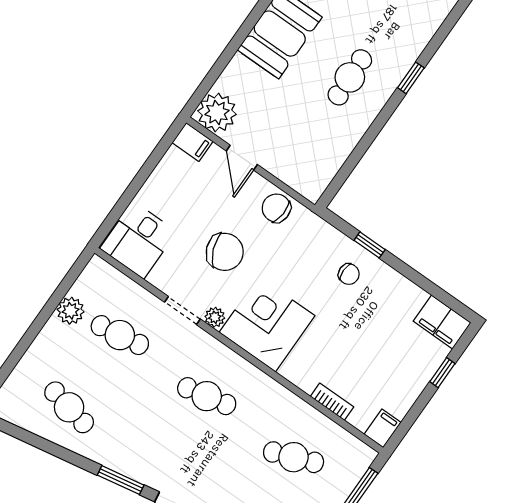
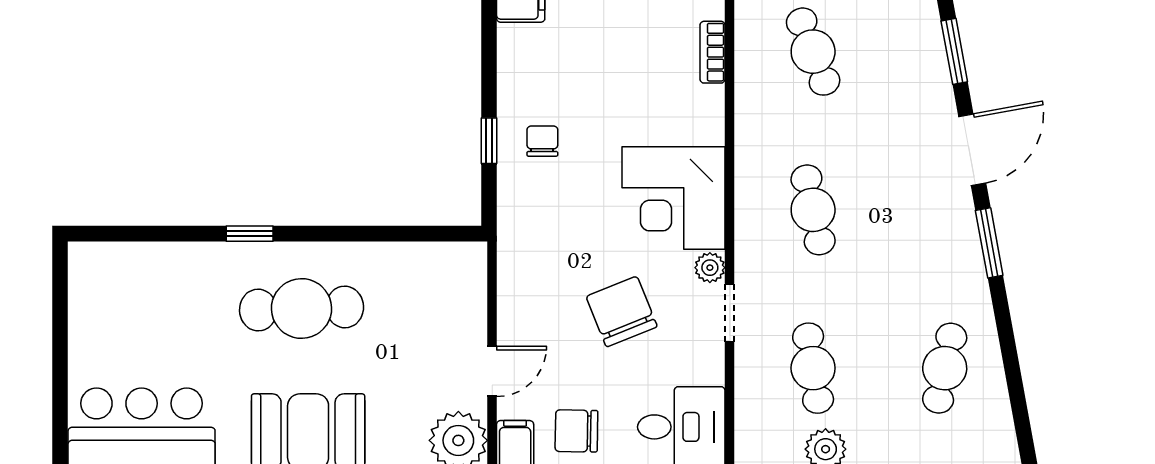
cafe table: (350, 77) -> (302, 309), width x1.37, depth x1.35
chair: (276, 208) -> (576, 431), moved, turned 87

